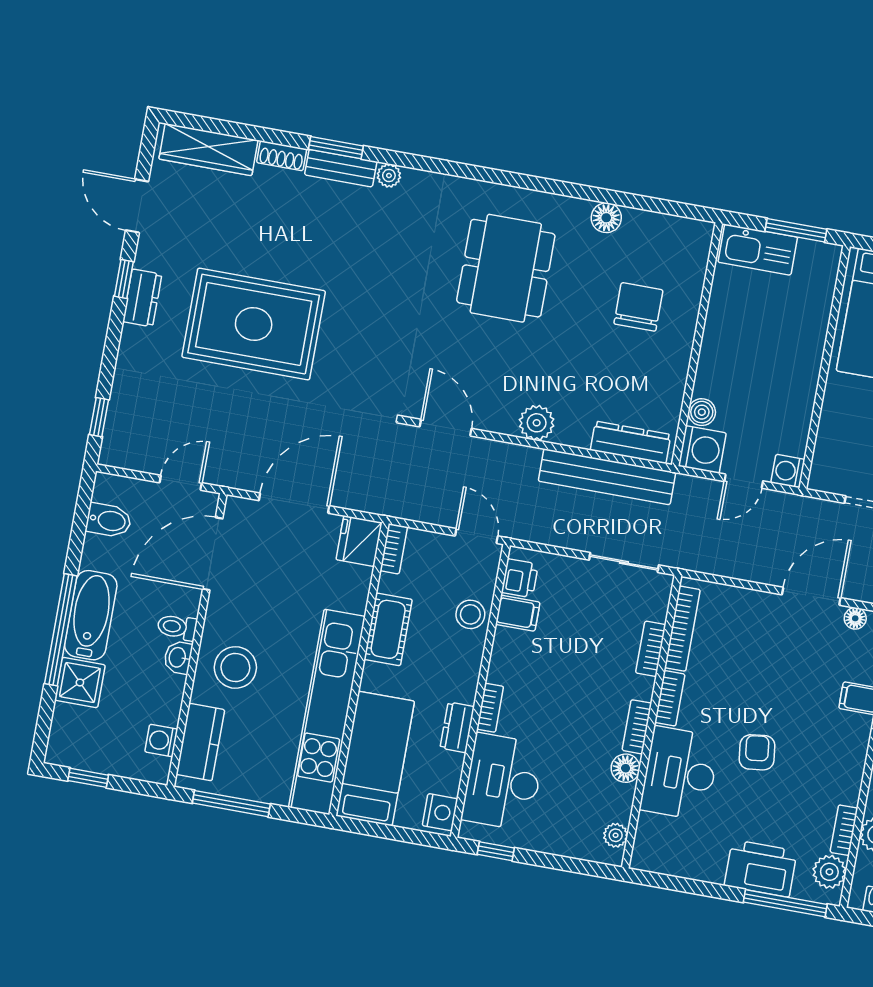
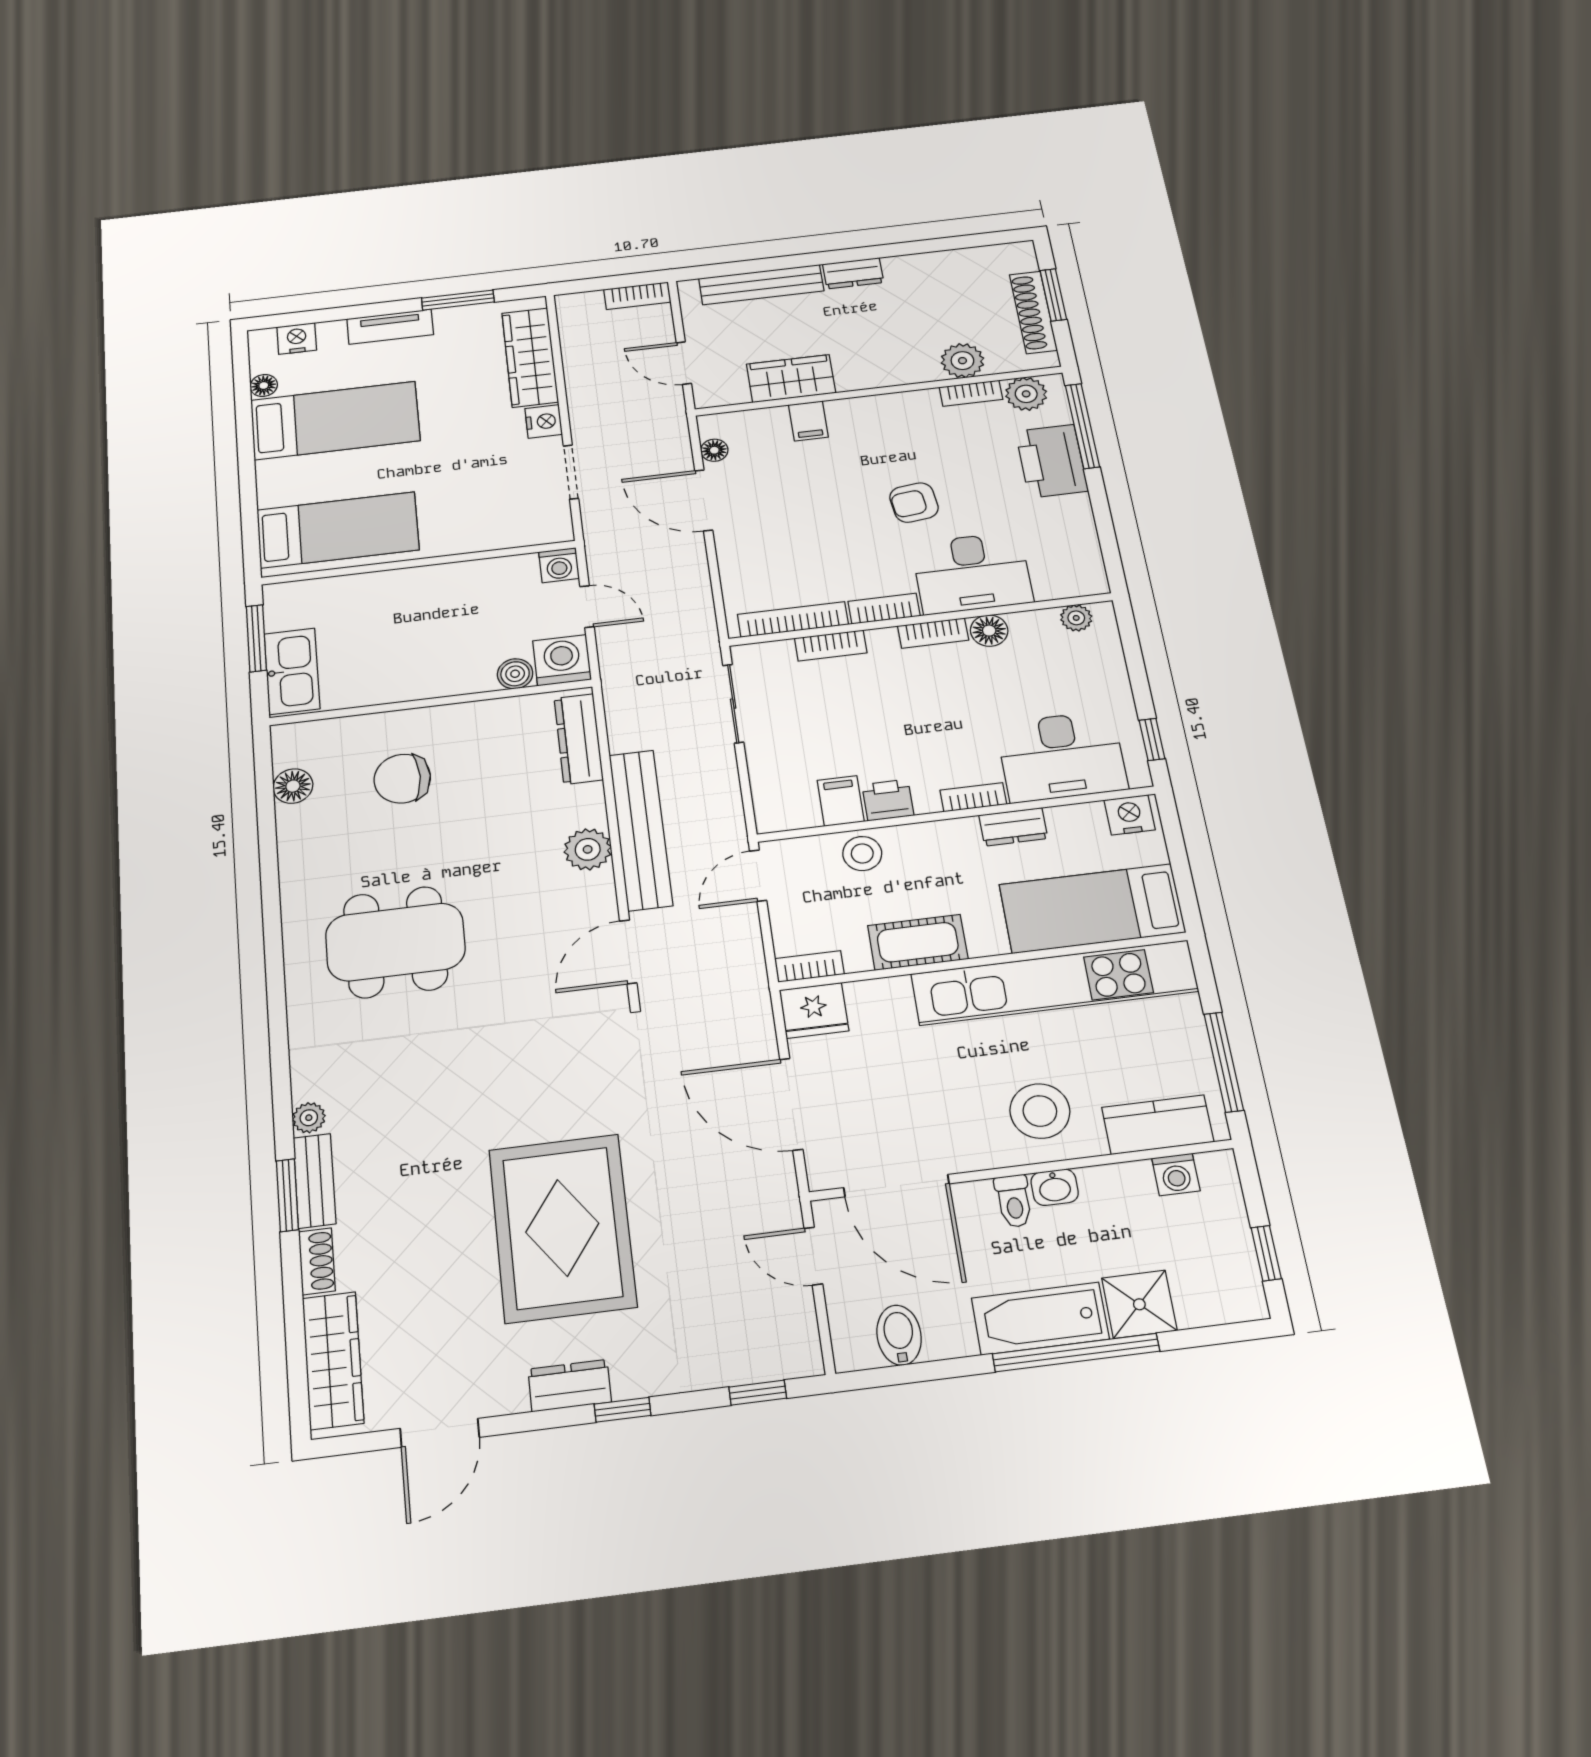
floor lamp: (606, 218) -> (293, 786), moved
window: (124, 279) -> (623, 1410), moved
bench: (607, 477) -> (641, 830), moved
printer: (520, 578) -> (888, 800), moved

